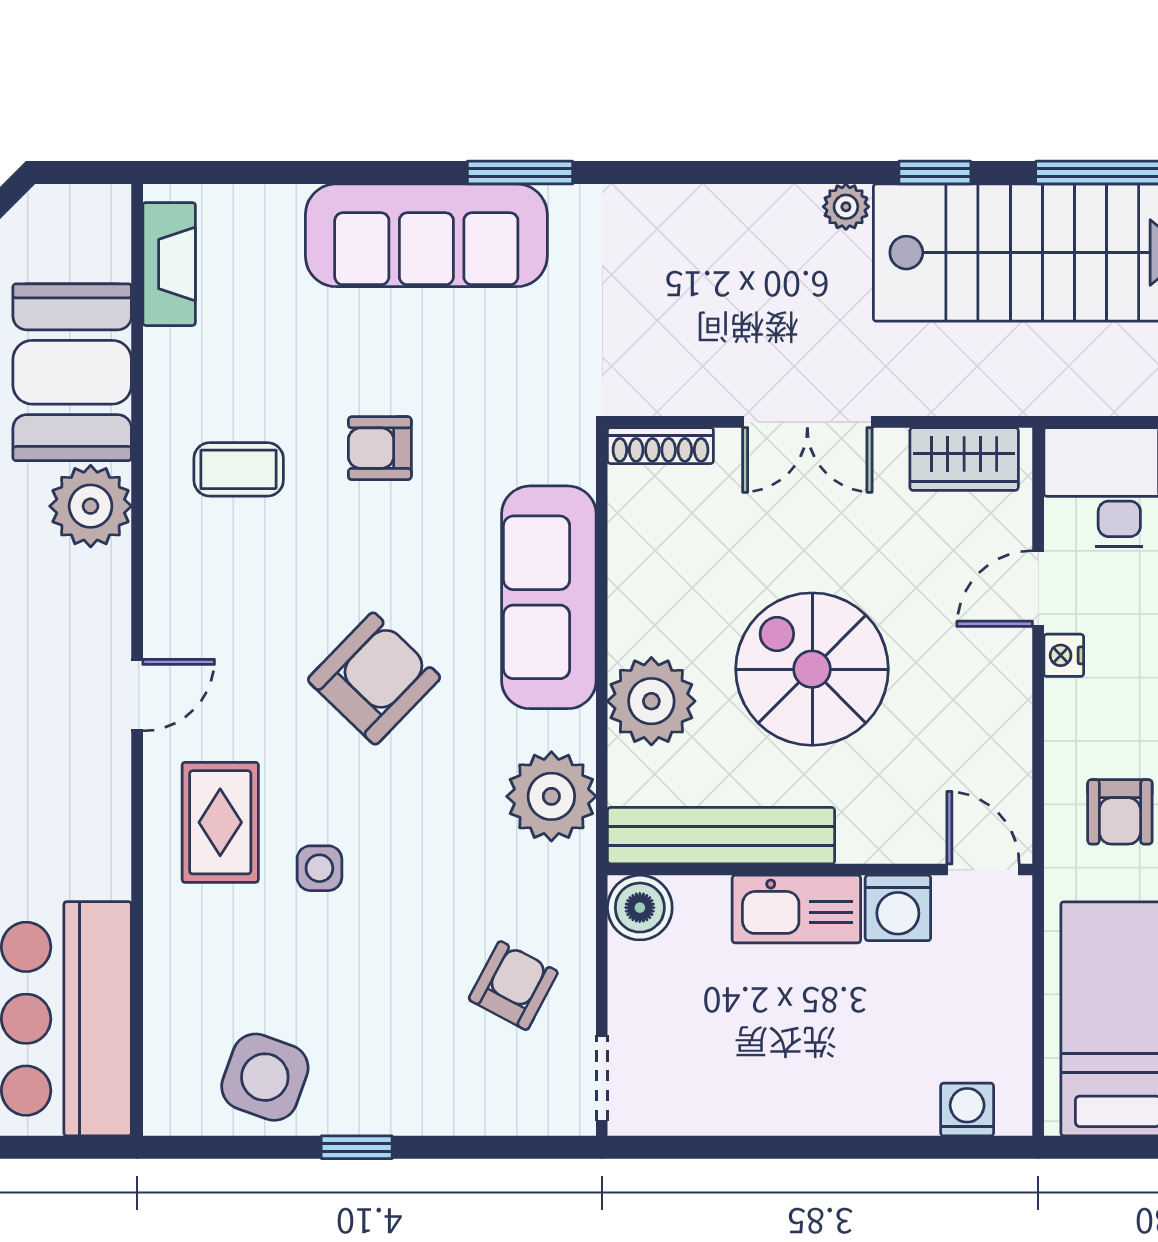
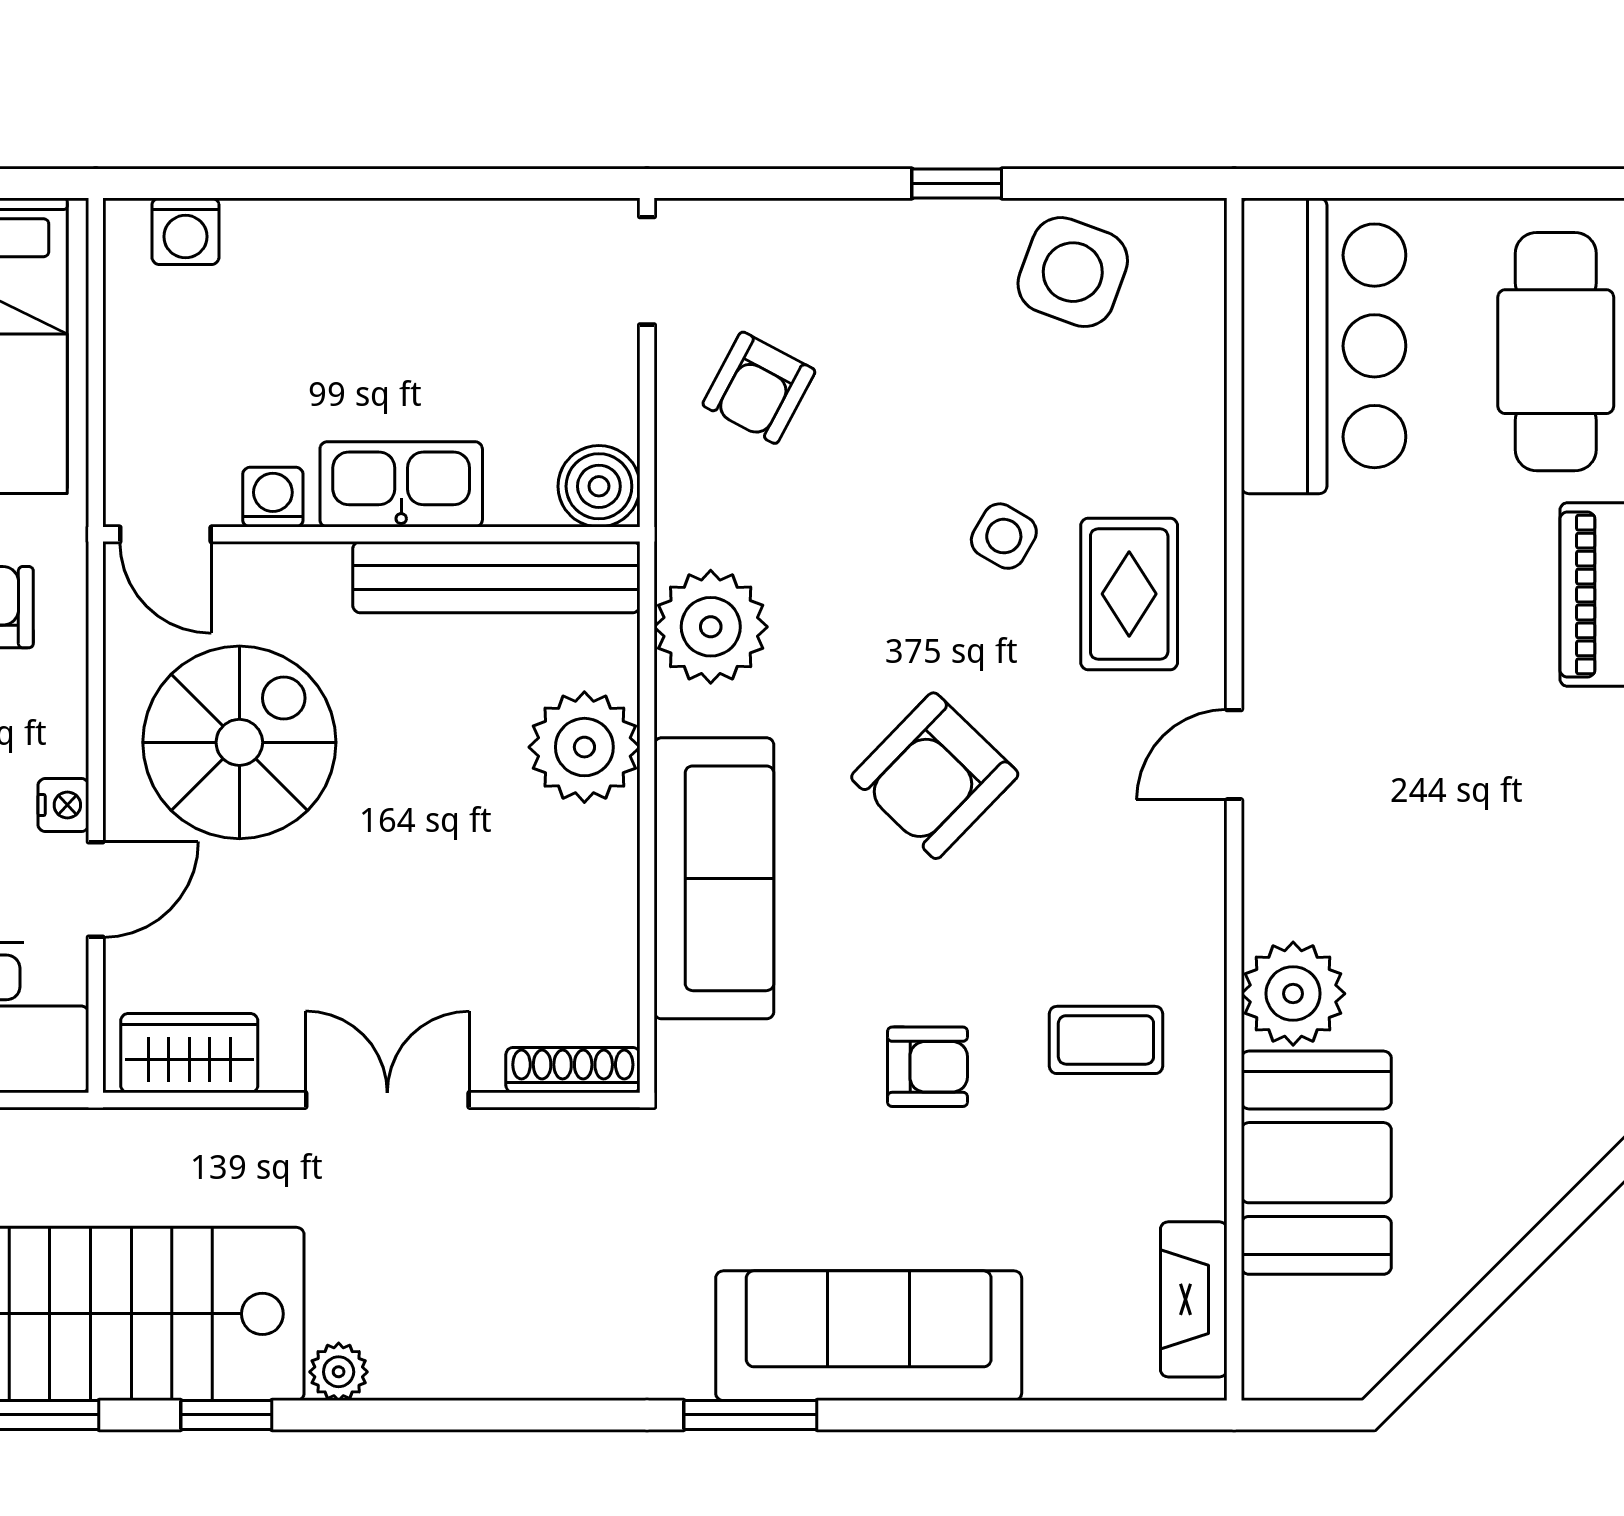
spiral stairs: (812, 669) -> (239, 742), moved, turned -90
side table: (319, 868) -> (1004, 536), turned 30
washing machine: (898, 908) -> (273, 497), width x0.73, depth x0.73

